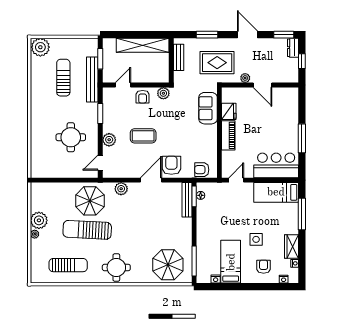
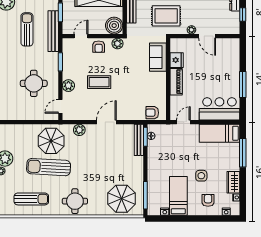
boiler: (160, 73) -> (114, 26), added
armchair: (171, 165) -> (125, 109), removed

